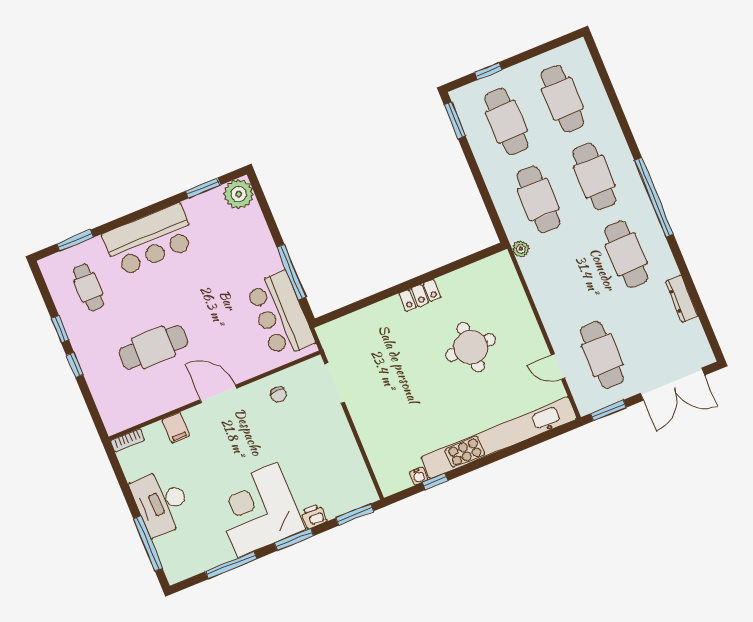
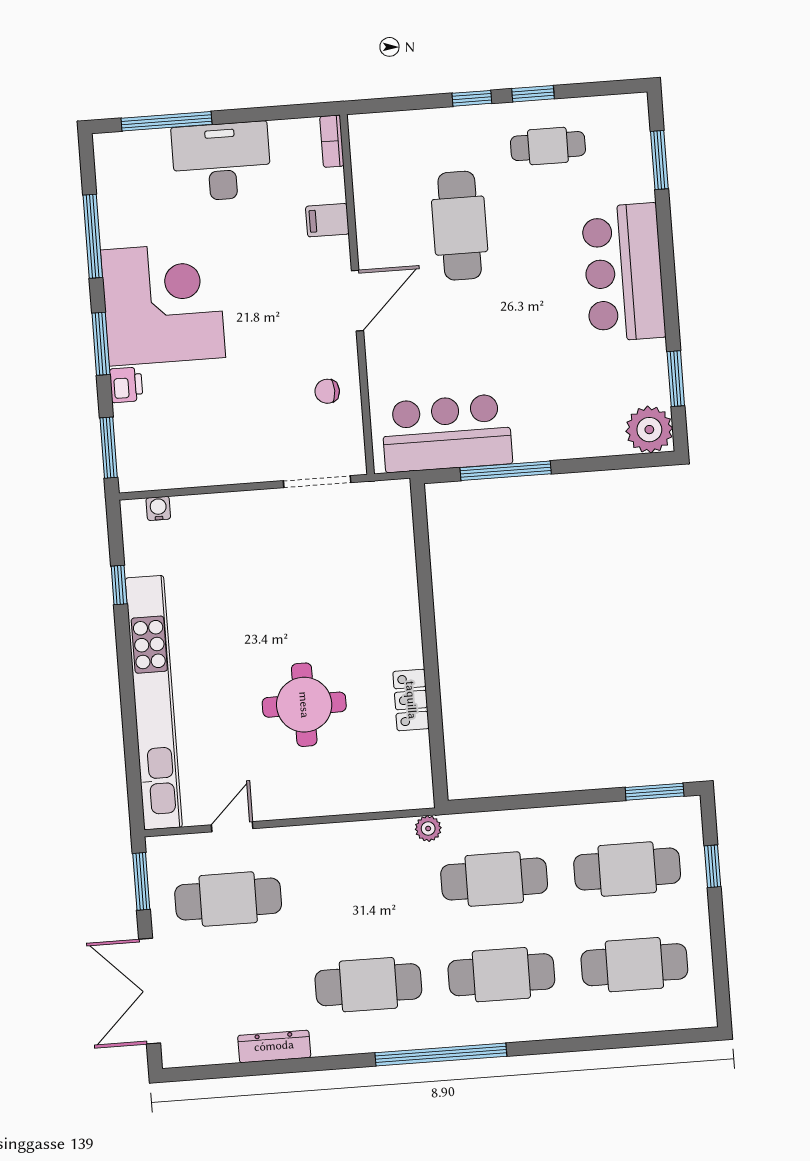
cafe table: (88, 287) -> (548, 146), moved
locker: (420, 295) -> (411, 700), moved
water cooler: (419, 476) -> (158, 508), moved, turned 90

